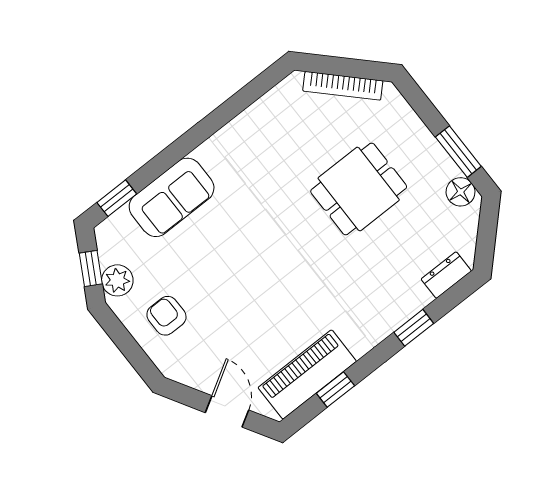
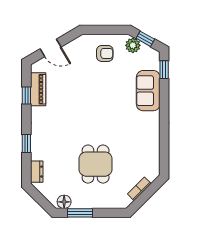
bookcase: (343, 86) -> (139, 189), width x0.64
piano: (307, 374) -> (38, 89), width x0.73, depth x0.75

